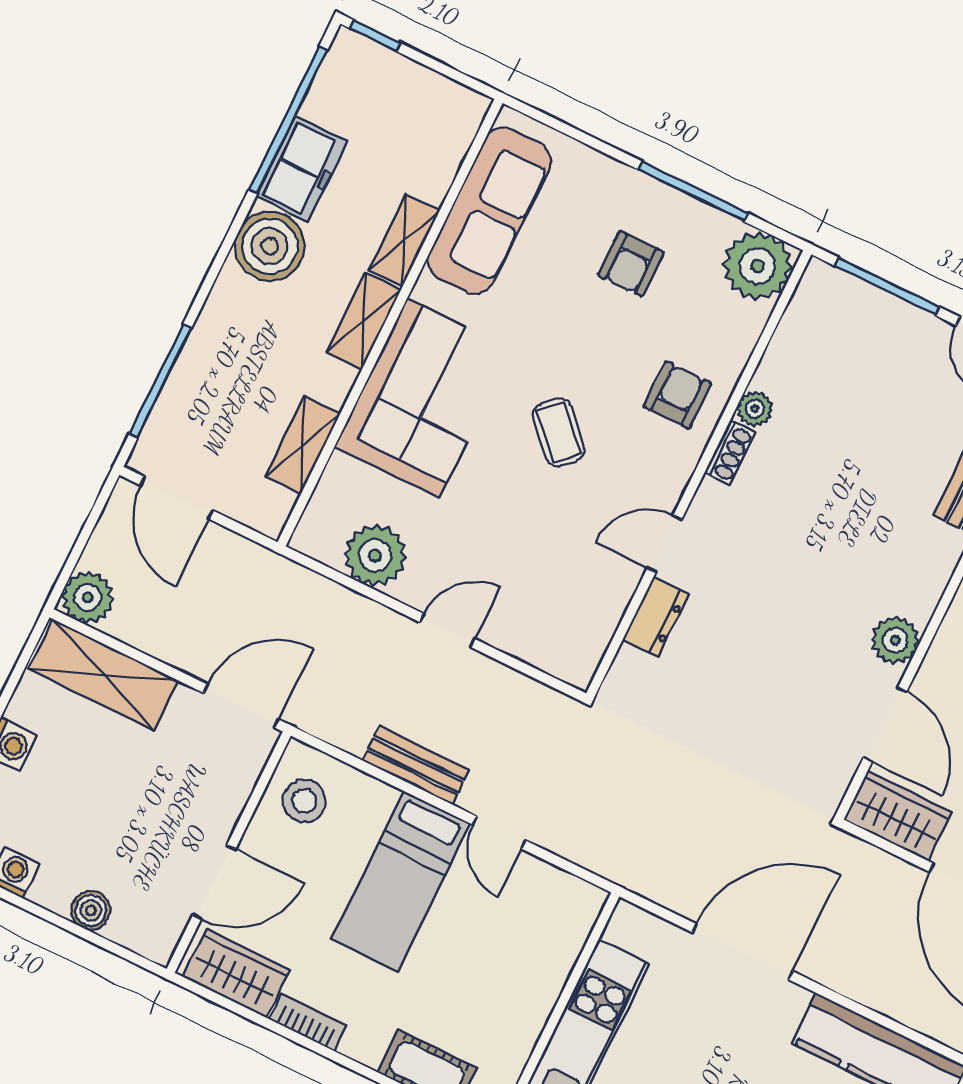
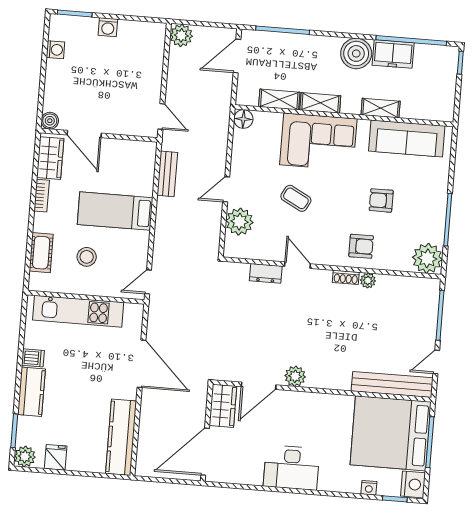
armchair: (631, 264) -> (381, 200), moved
shelving: (364, 321) -> (320, 103), moved
coffee table: (559, 432) -> (296, 198), moved, turned 72
floor lamp: (314, 536) -> (243, 119), added
plant: (375, 555) -> (239, 222), moved
door: (447, 630) -> (226, 189), swing flipped
shelving: (103, 675) -> (152, 55), removed
door: (241, 706) -> (161, 116), width x0.73
bench: (416, 765) -> (167, 174), moved
stool: (304, 801) -> (87, 257), moved
door: (499, 833) -> (148, 282), moved
boiler: (91, 910) -> (50, 121), moved

